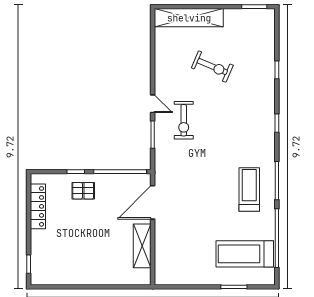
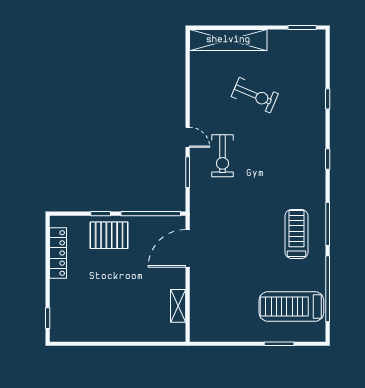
pallet: (83, 191) -> (109, 235), width x1.50, depth x1.42
shelving: (142, 246) -> (178, 306), width x0.67, depth x0.75

